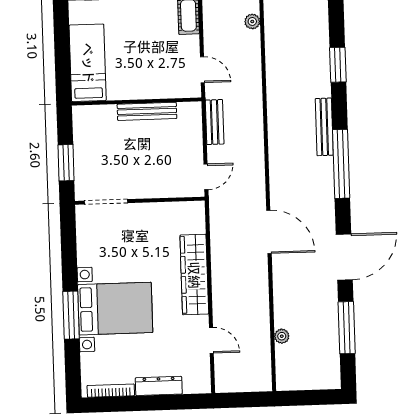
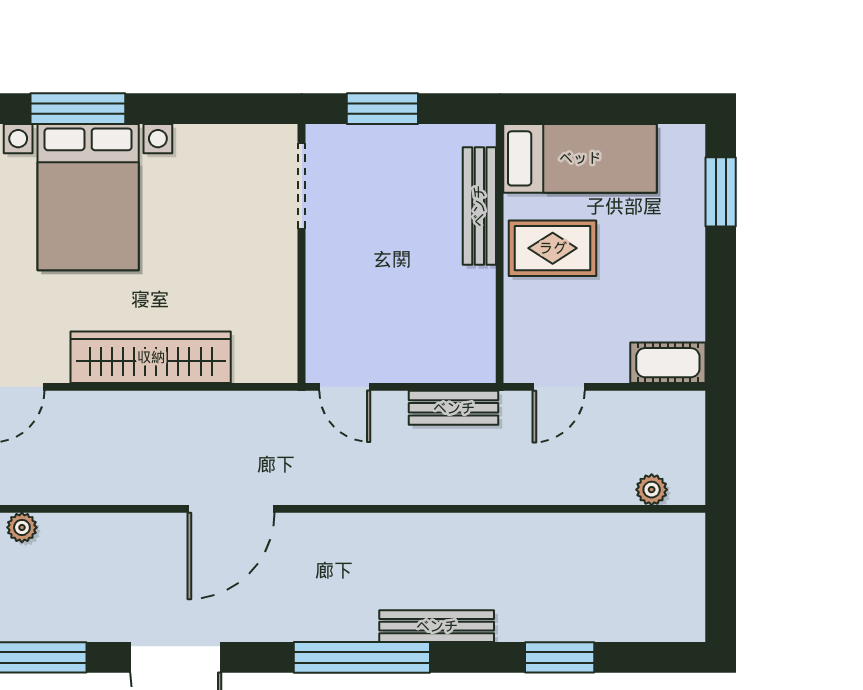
rug: (133, 75) -> (553, 248), added
bench: (147, 111) -> (479, 206), moved

